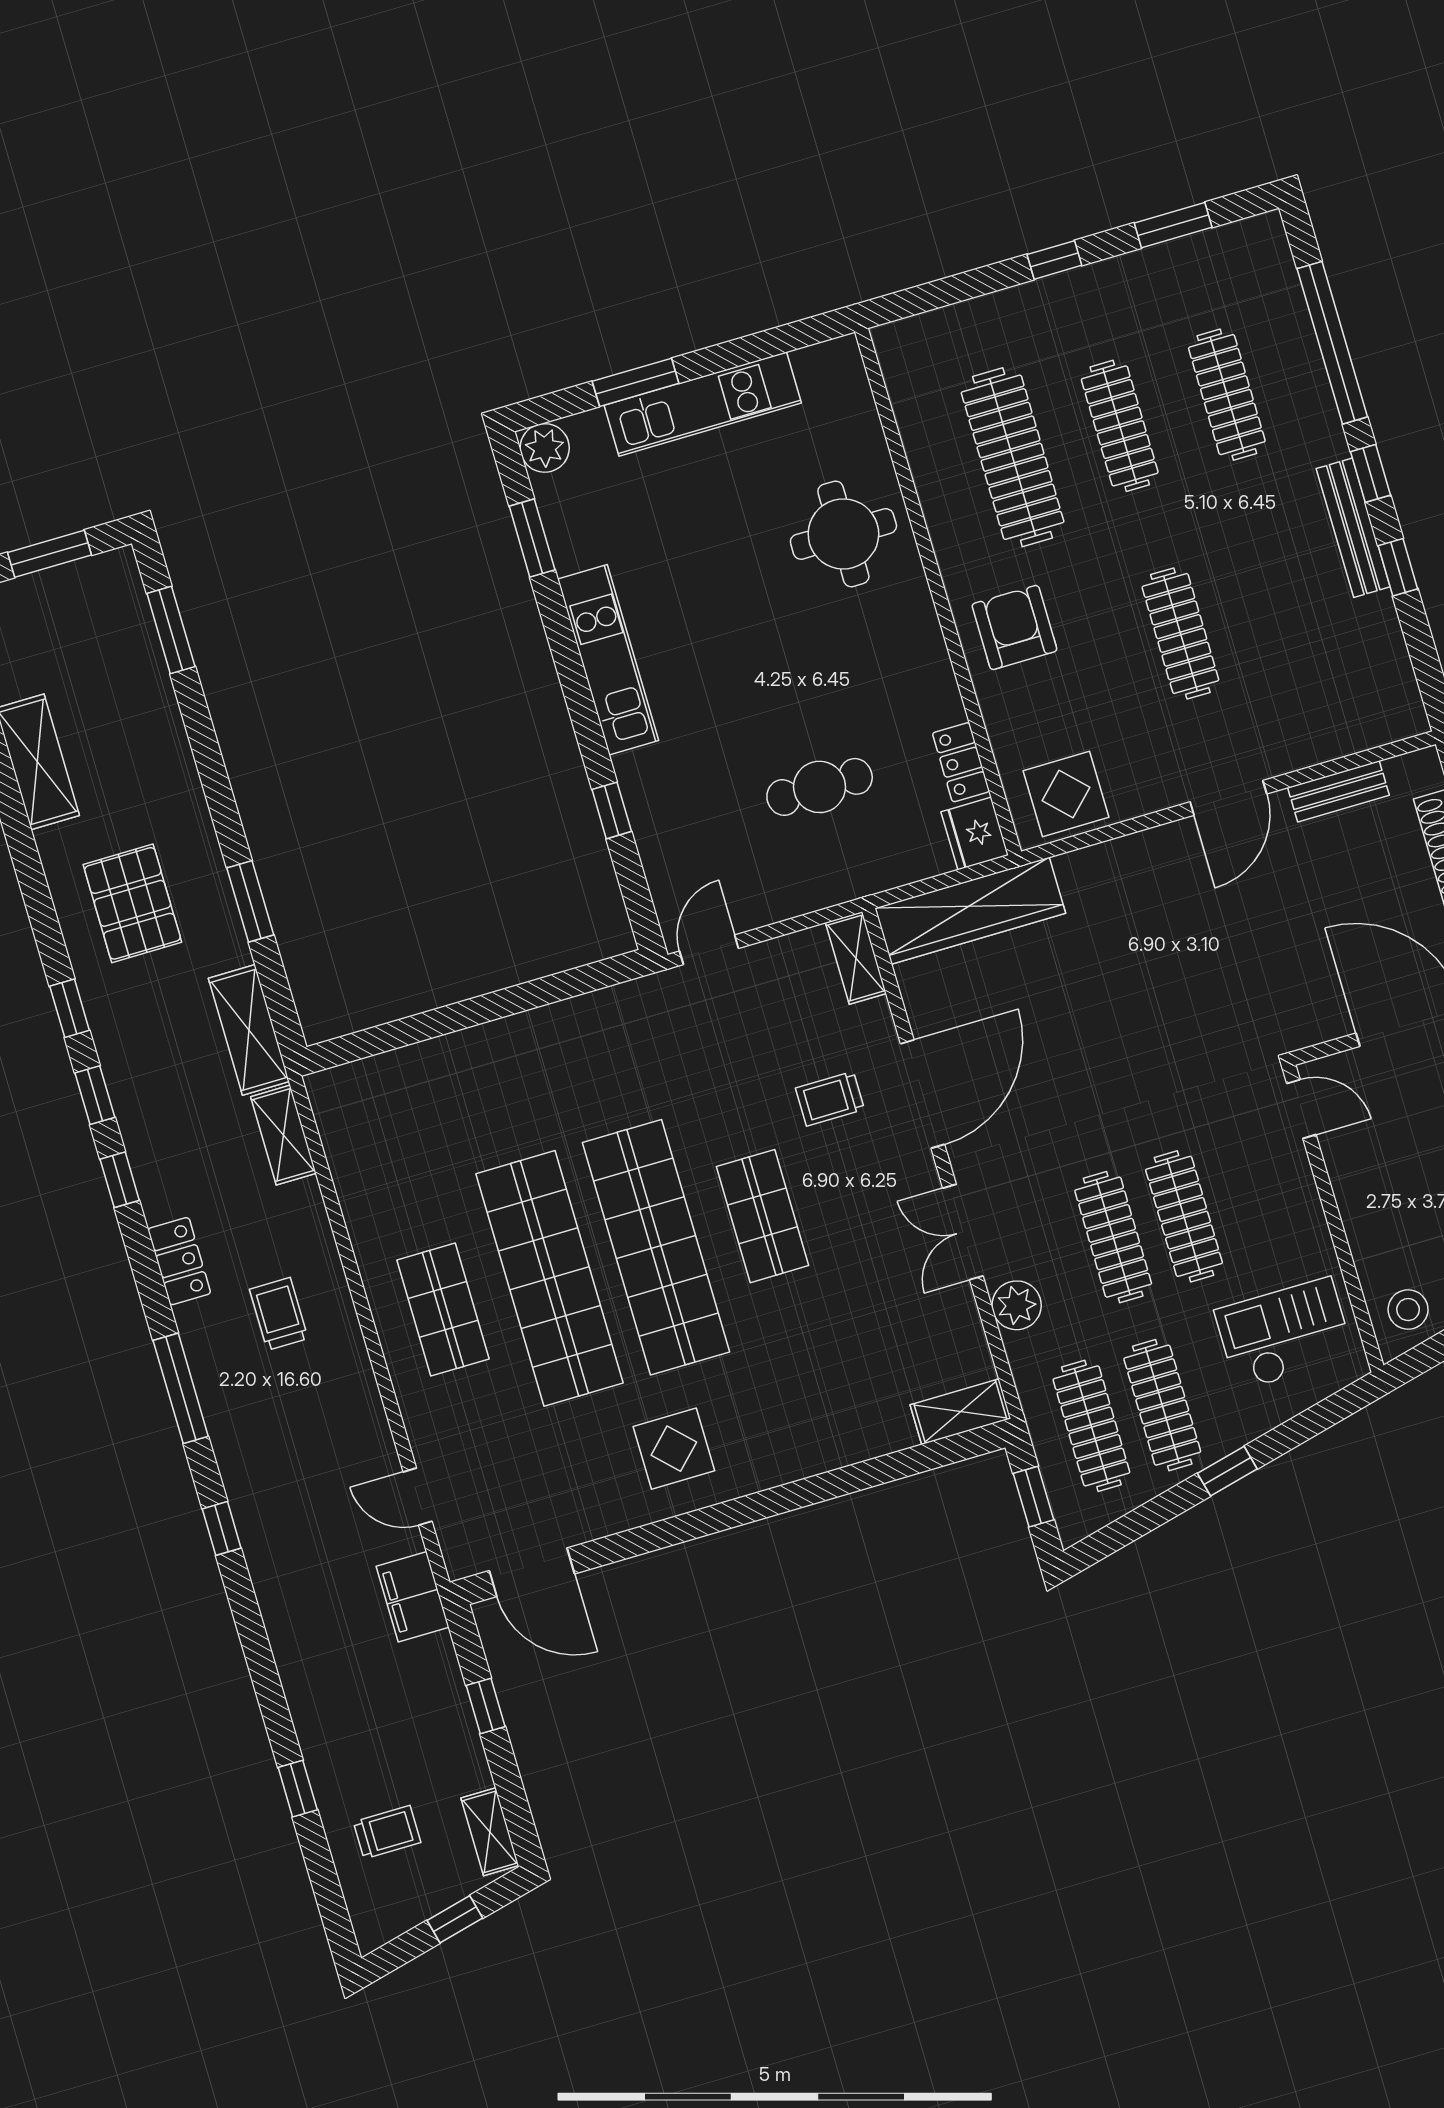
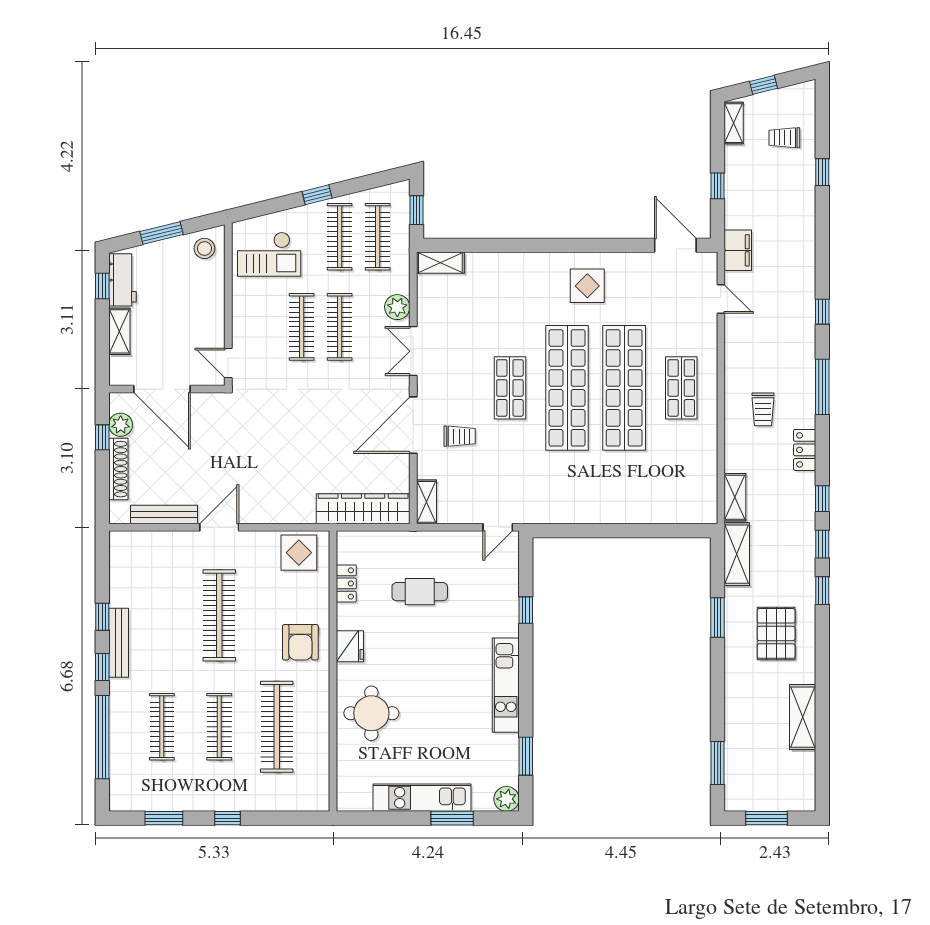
clothes rail: (1180, 634) -> (219, 615), width x1.37, depth x1.31
bench: (1338, 791) -> (164, 515), width x1.36
fridge: (975, 834) -> (350, 646), moved
double door: (963, 1232) -> (413, 351), swing flipped

